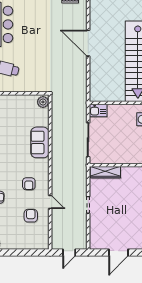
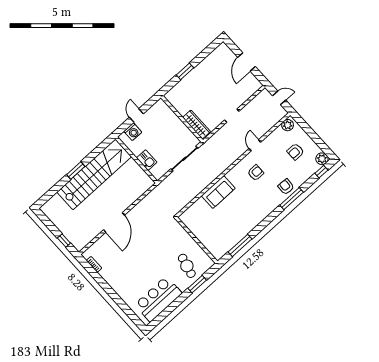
plant: (43, 102) -> (288, 125), moved
kitchen sink: (98, 110) -> (147, 160), moved
armchair: (31, 216) -> (296, 152), moved
door: (118, 253) -> (246, 62), swing flipped

